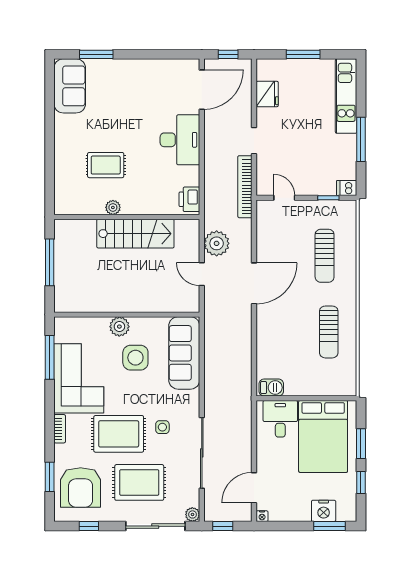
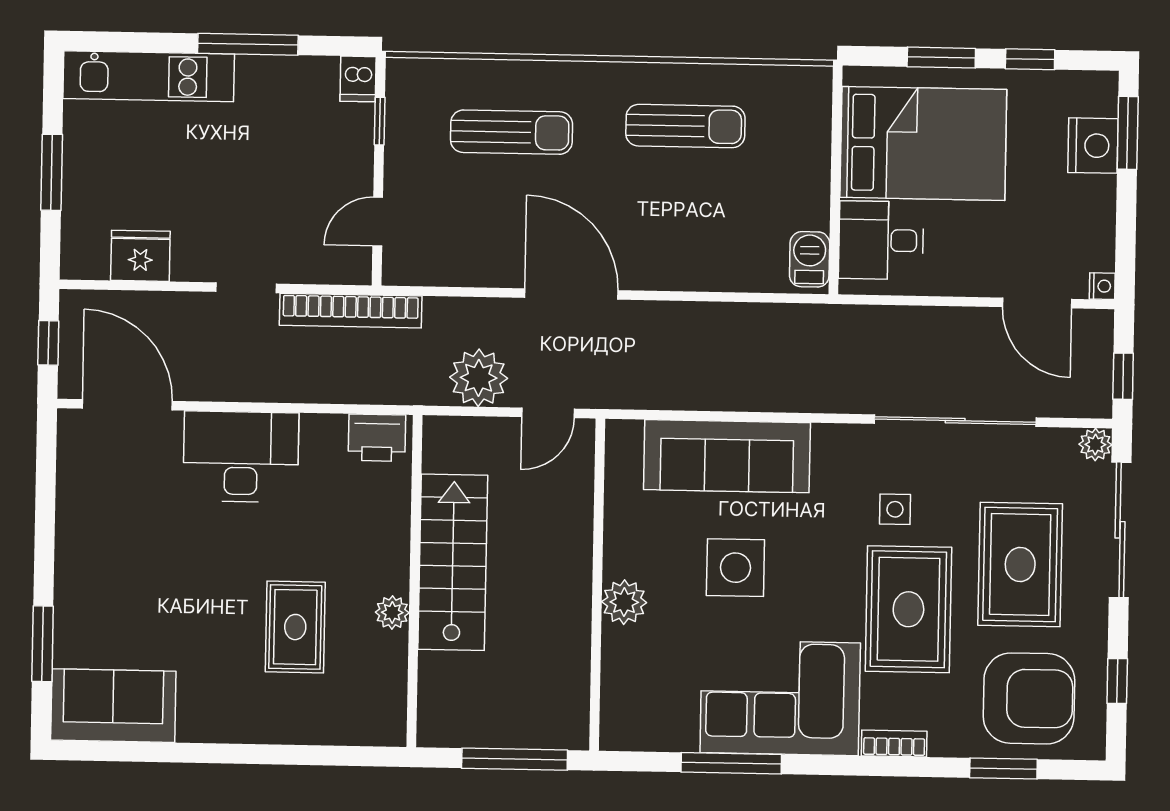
wall: (127, 315) -> (597, 585), moved
plant: (119, 327) -> (624, 602), moved

